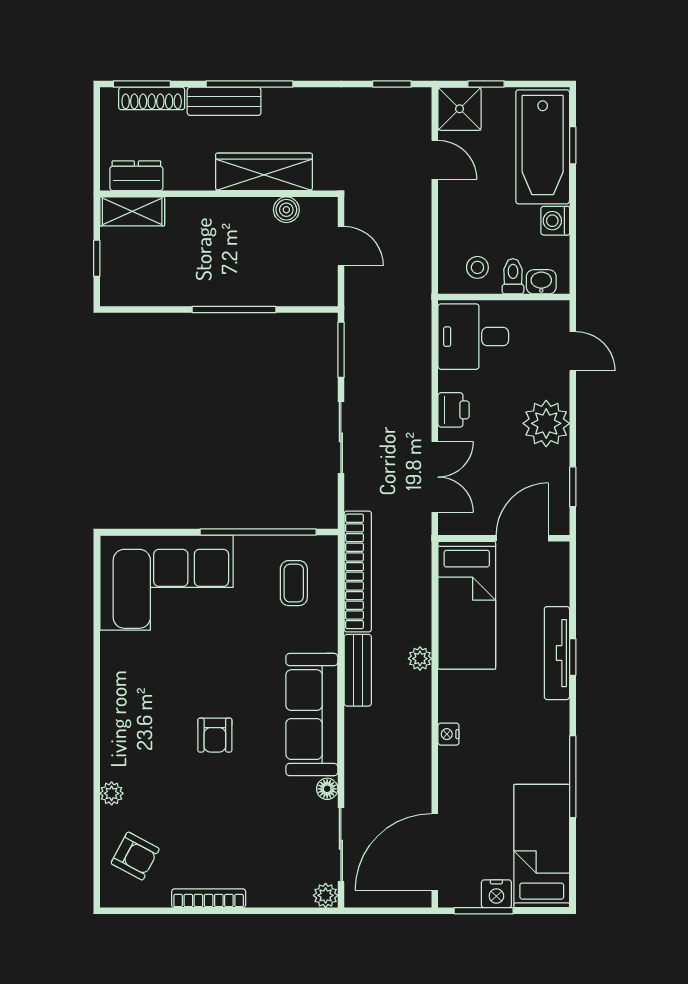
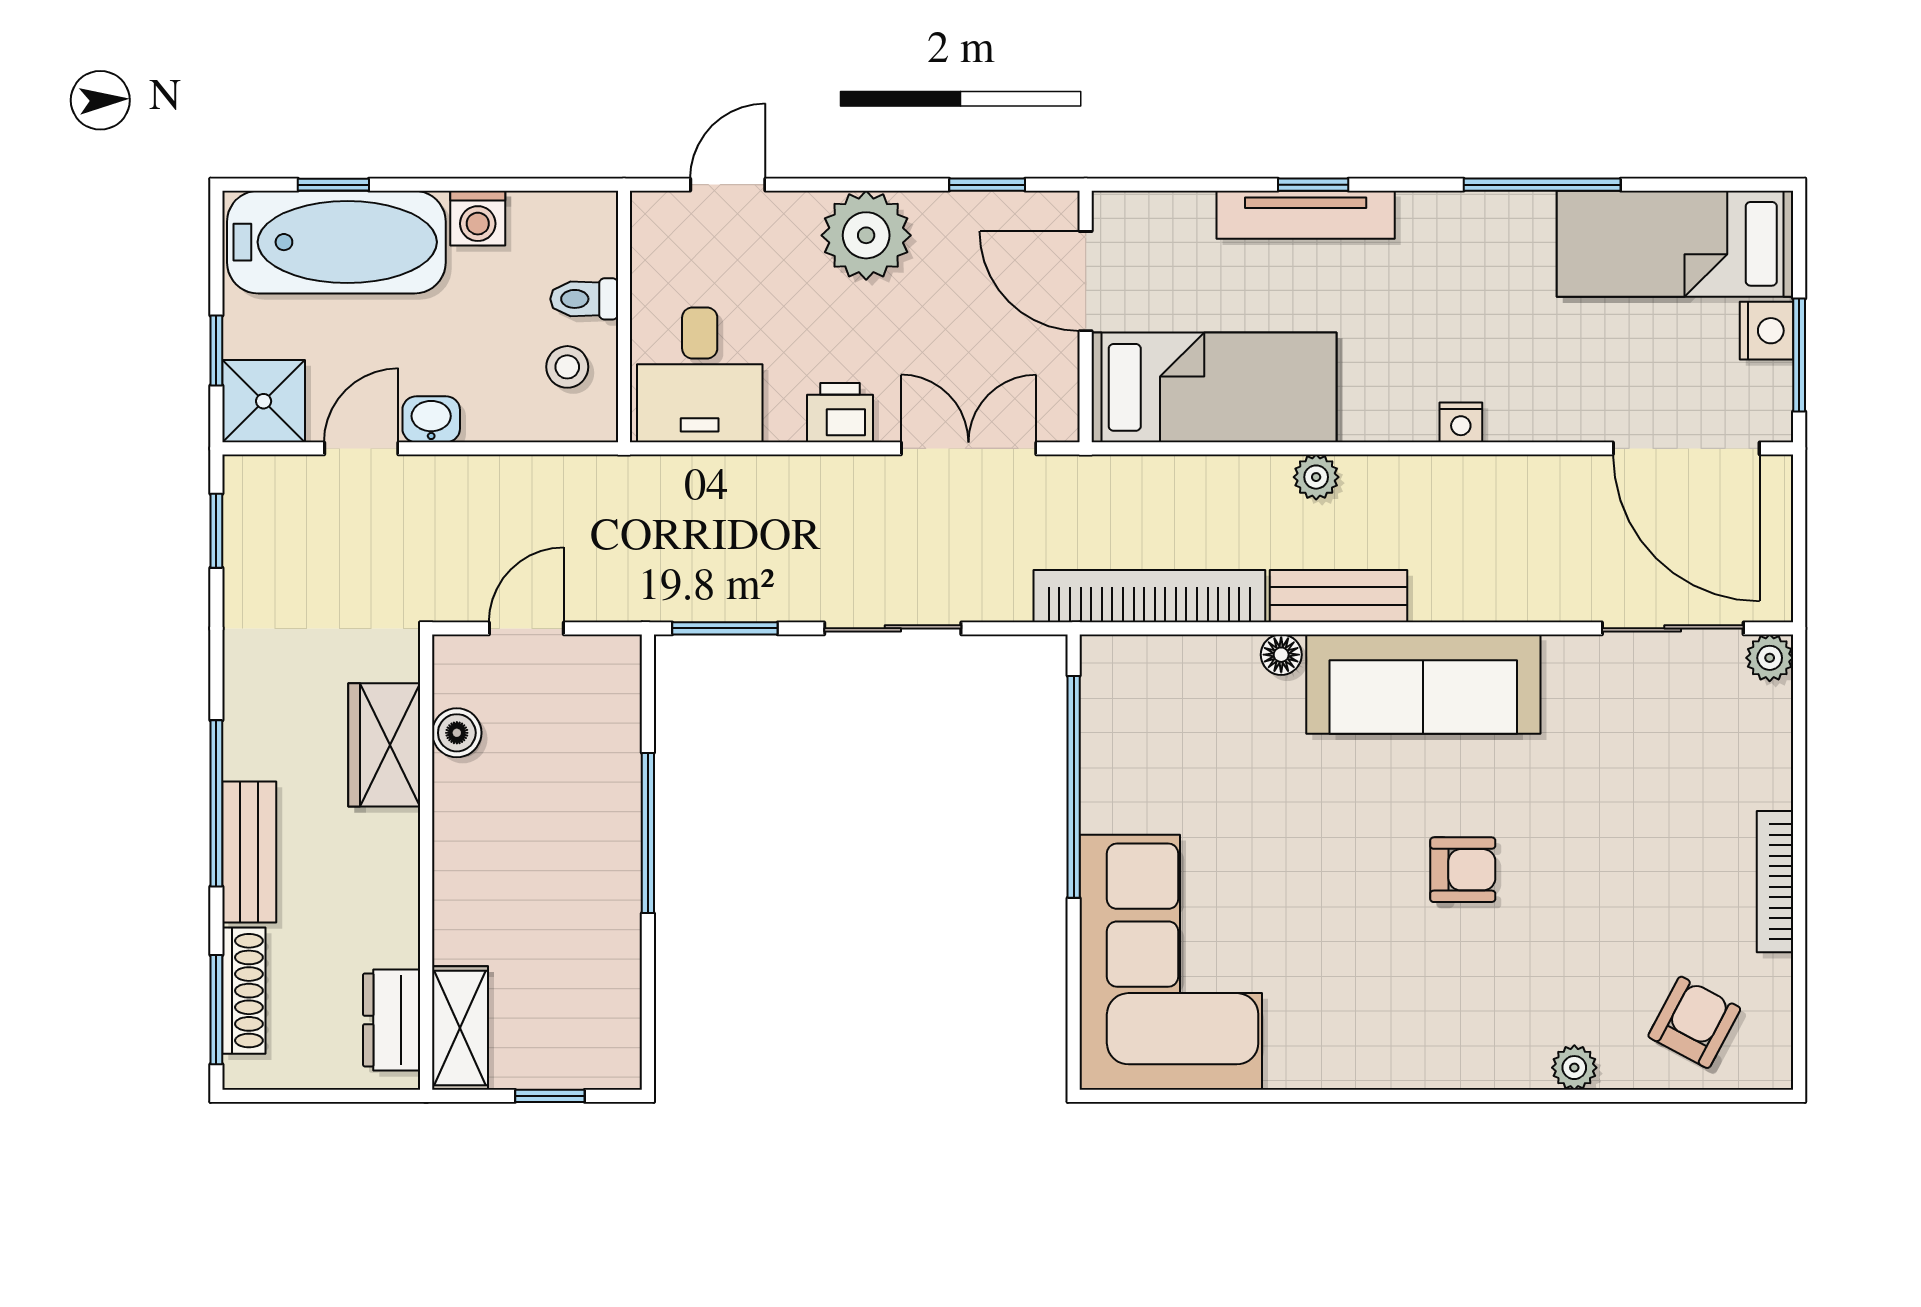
wardrobe: (264, 172) -> (384, 745), width x0.67
washbasin: (541, 282) -> (431, 419), moved, turned 90
coffee table: (294, 583) -> (1172, 718), removed
floor lamp: (327, 789) -> (1281, 655), moved

